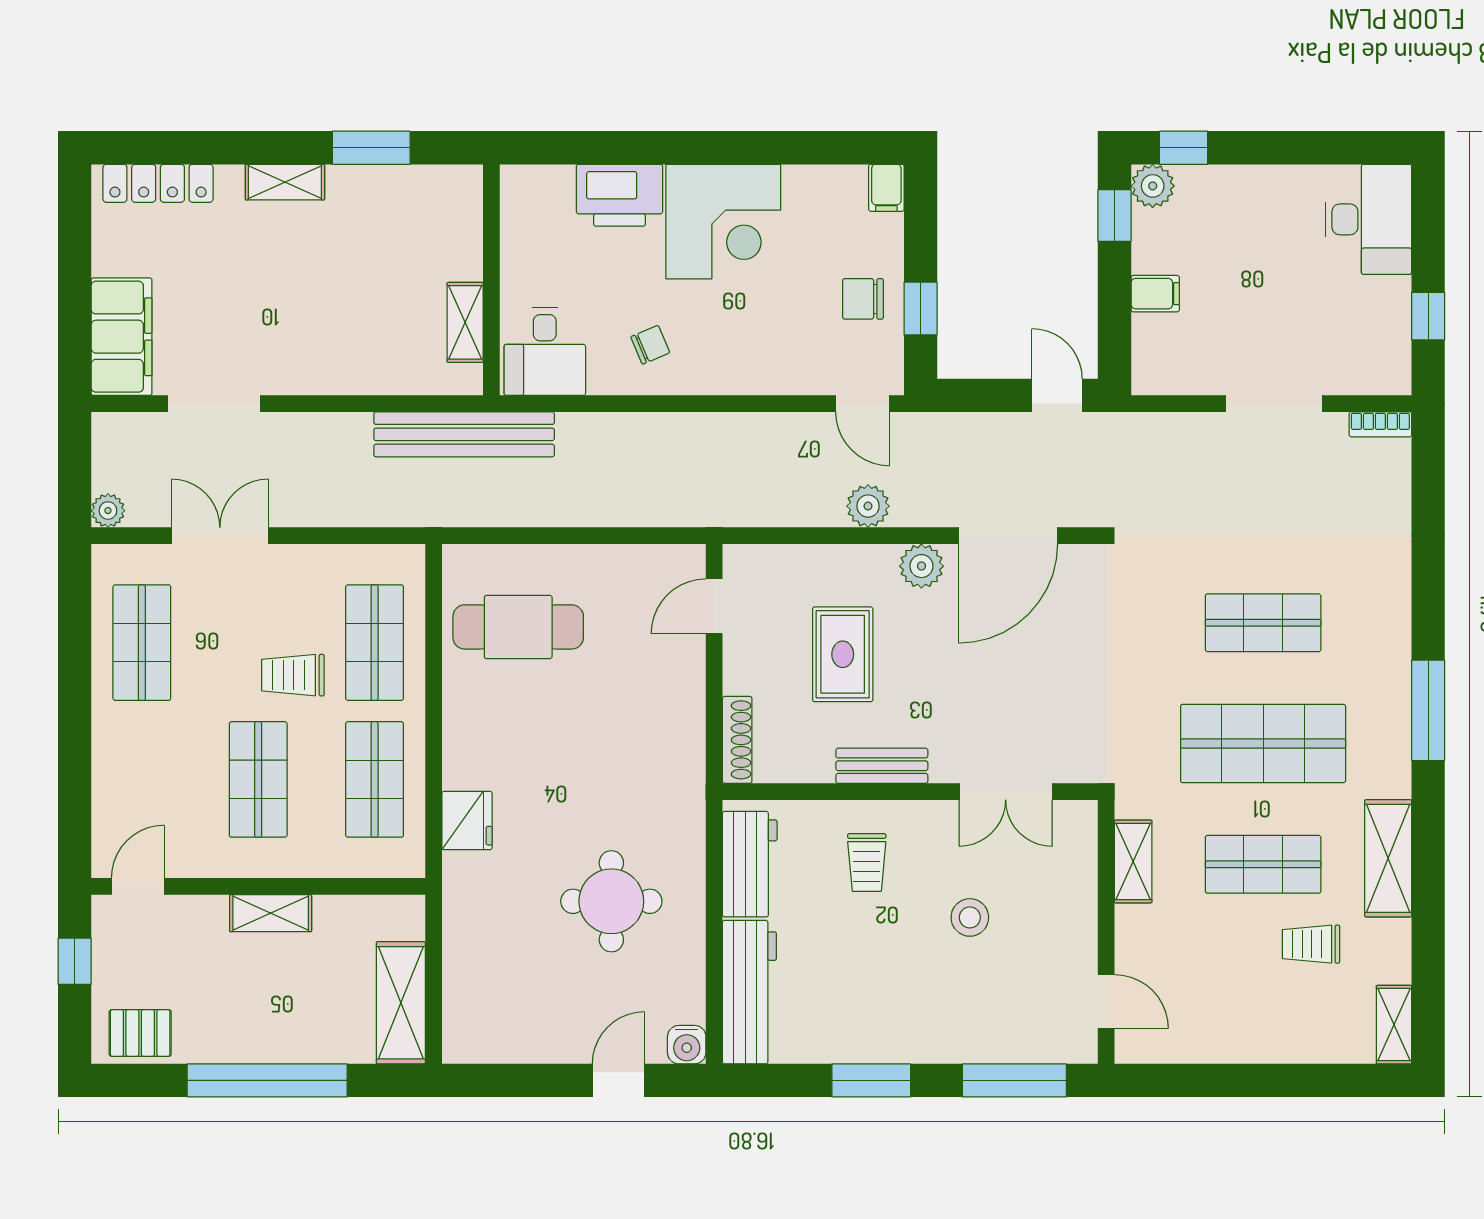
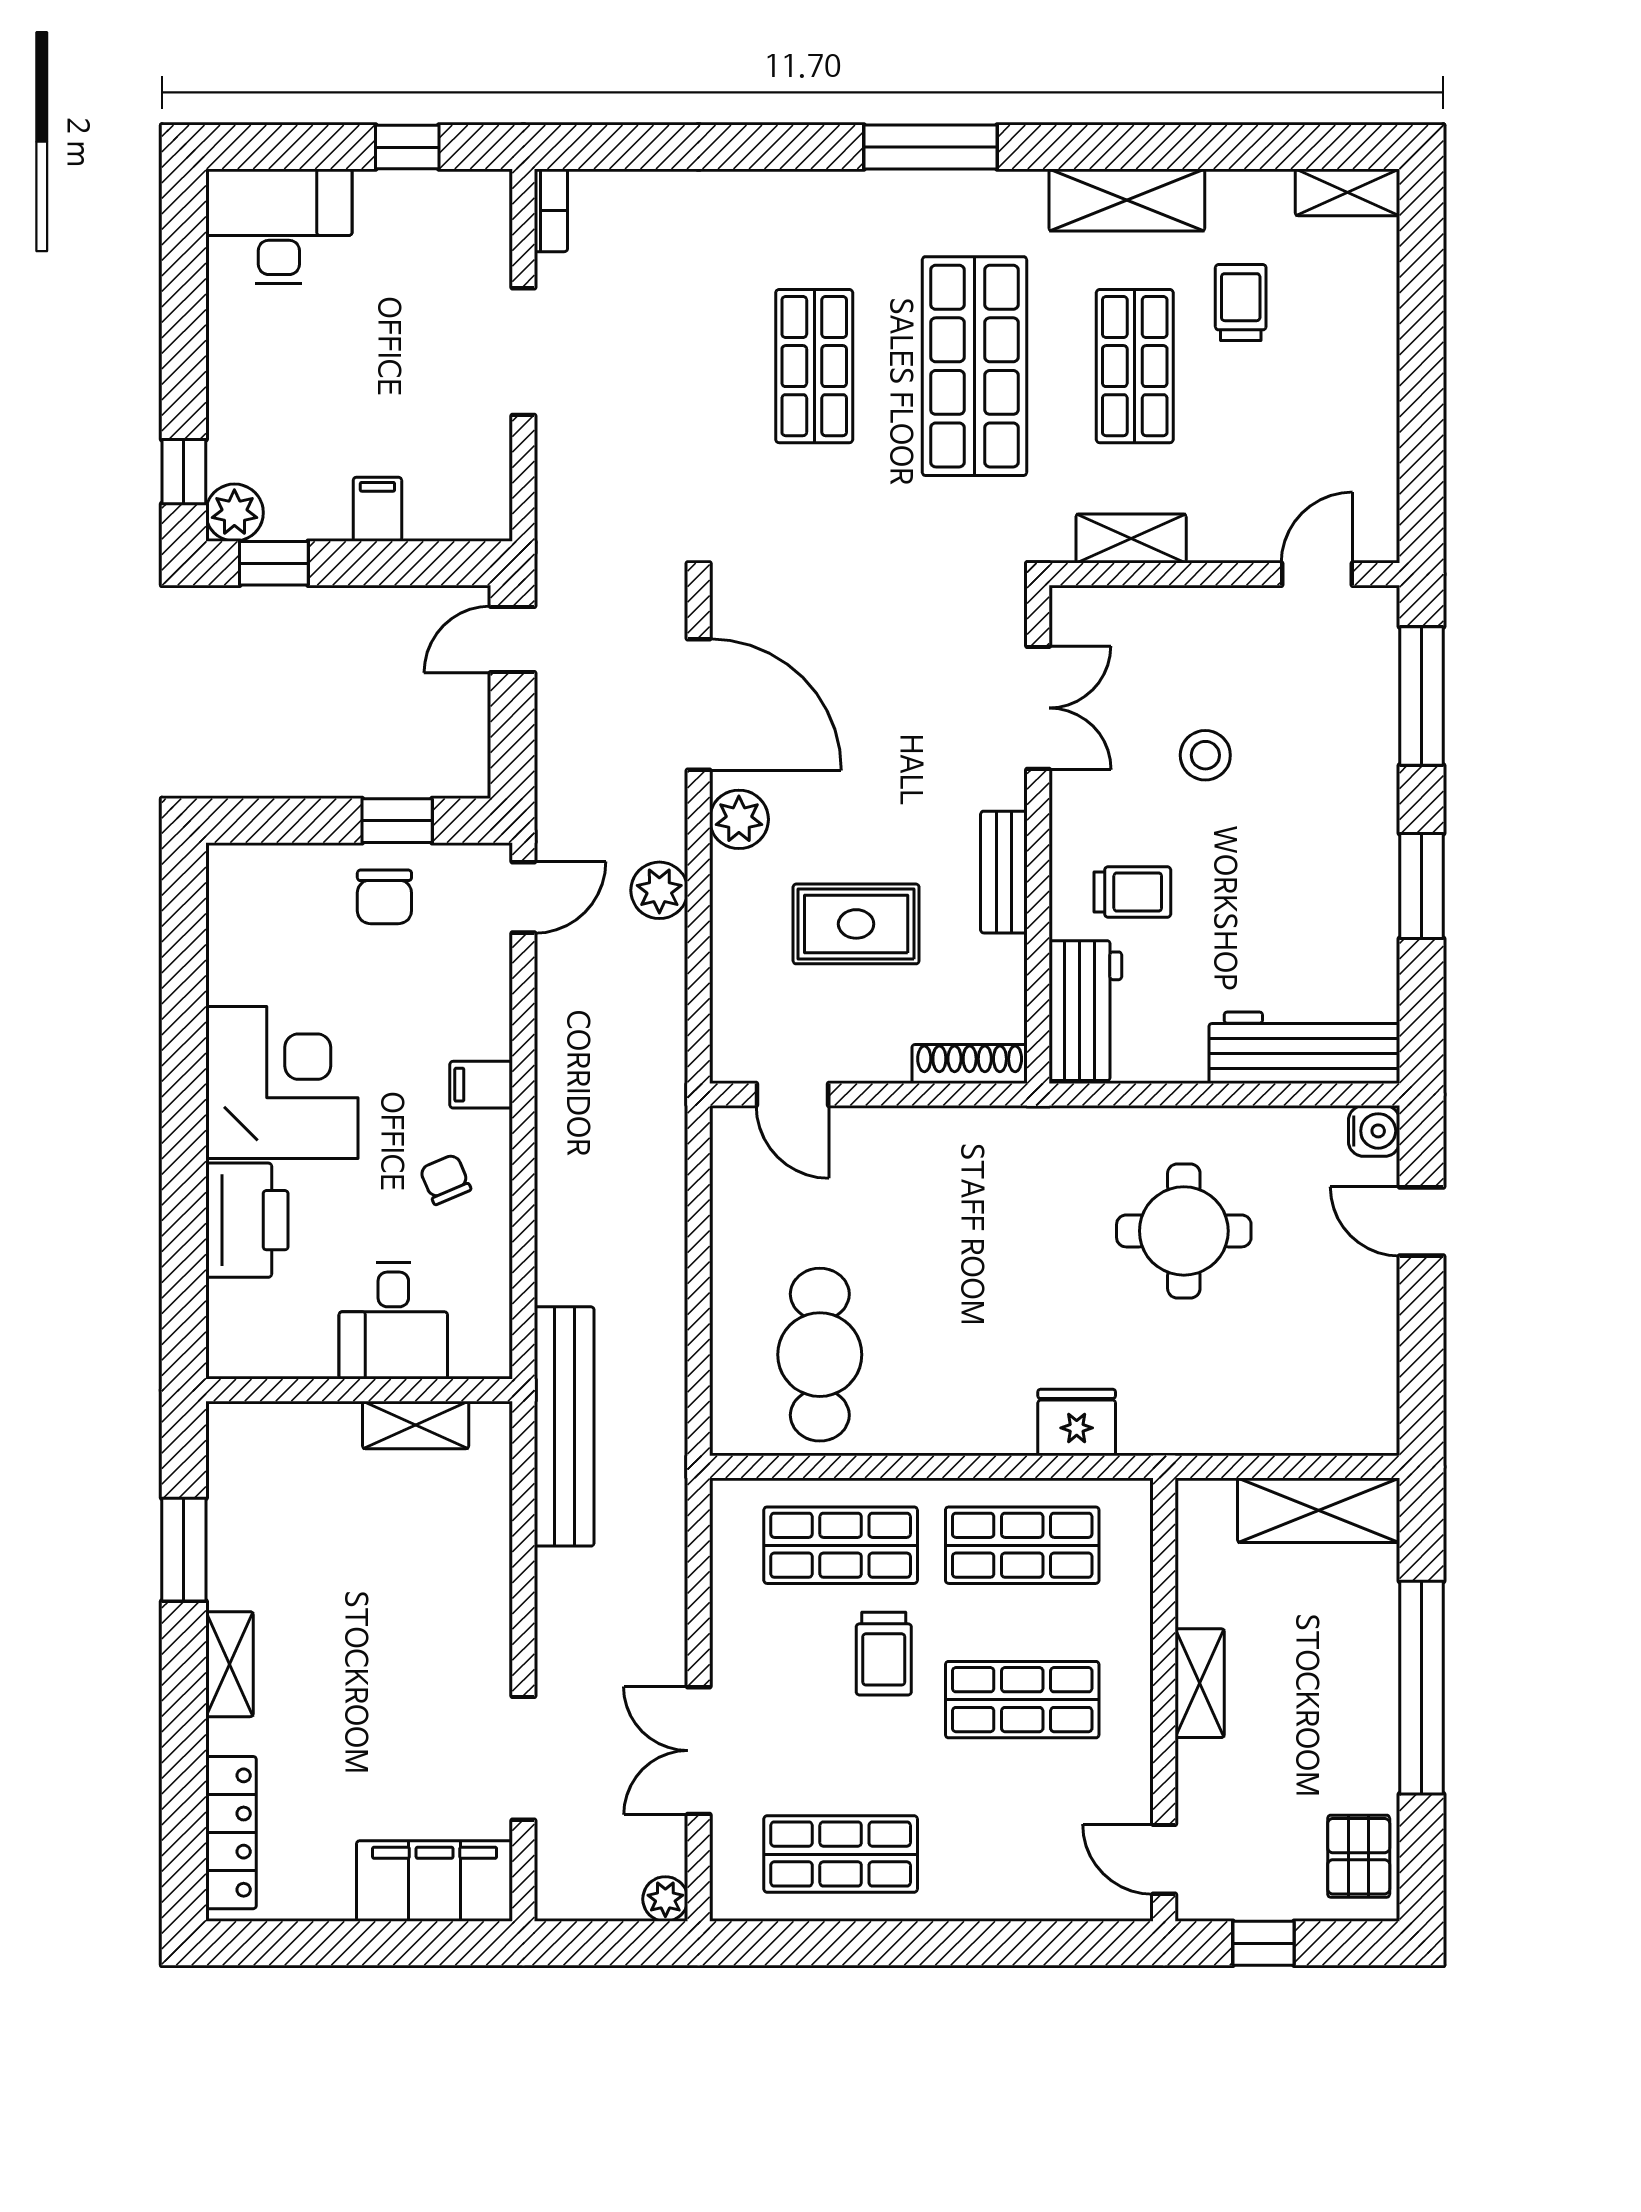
filing cabinet: (886, 188) -> (481, 1085), moved, turned 180
desk: (545, 351) -> (393, 1321), moved, turned 90
workbench: (750, 864) -> (1085, 1011), moved, turned 90
trolley: (1311, 944) -> (1241, 303), turned 180

